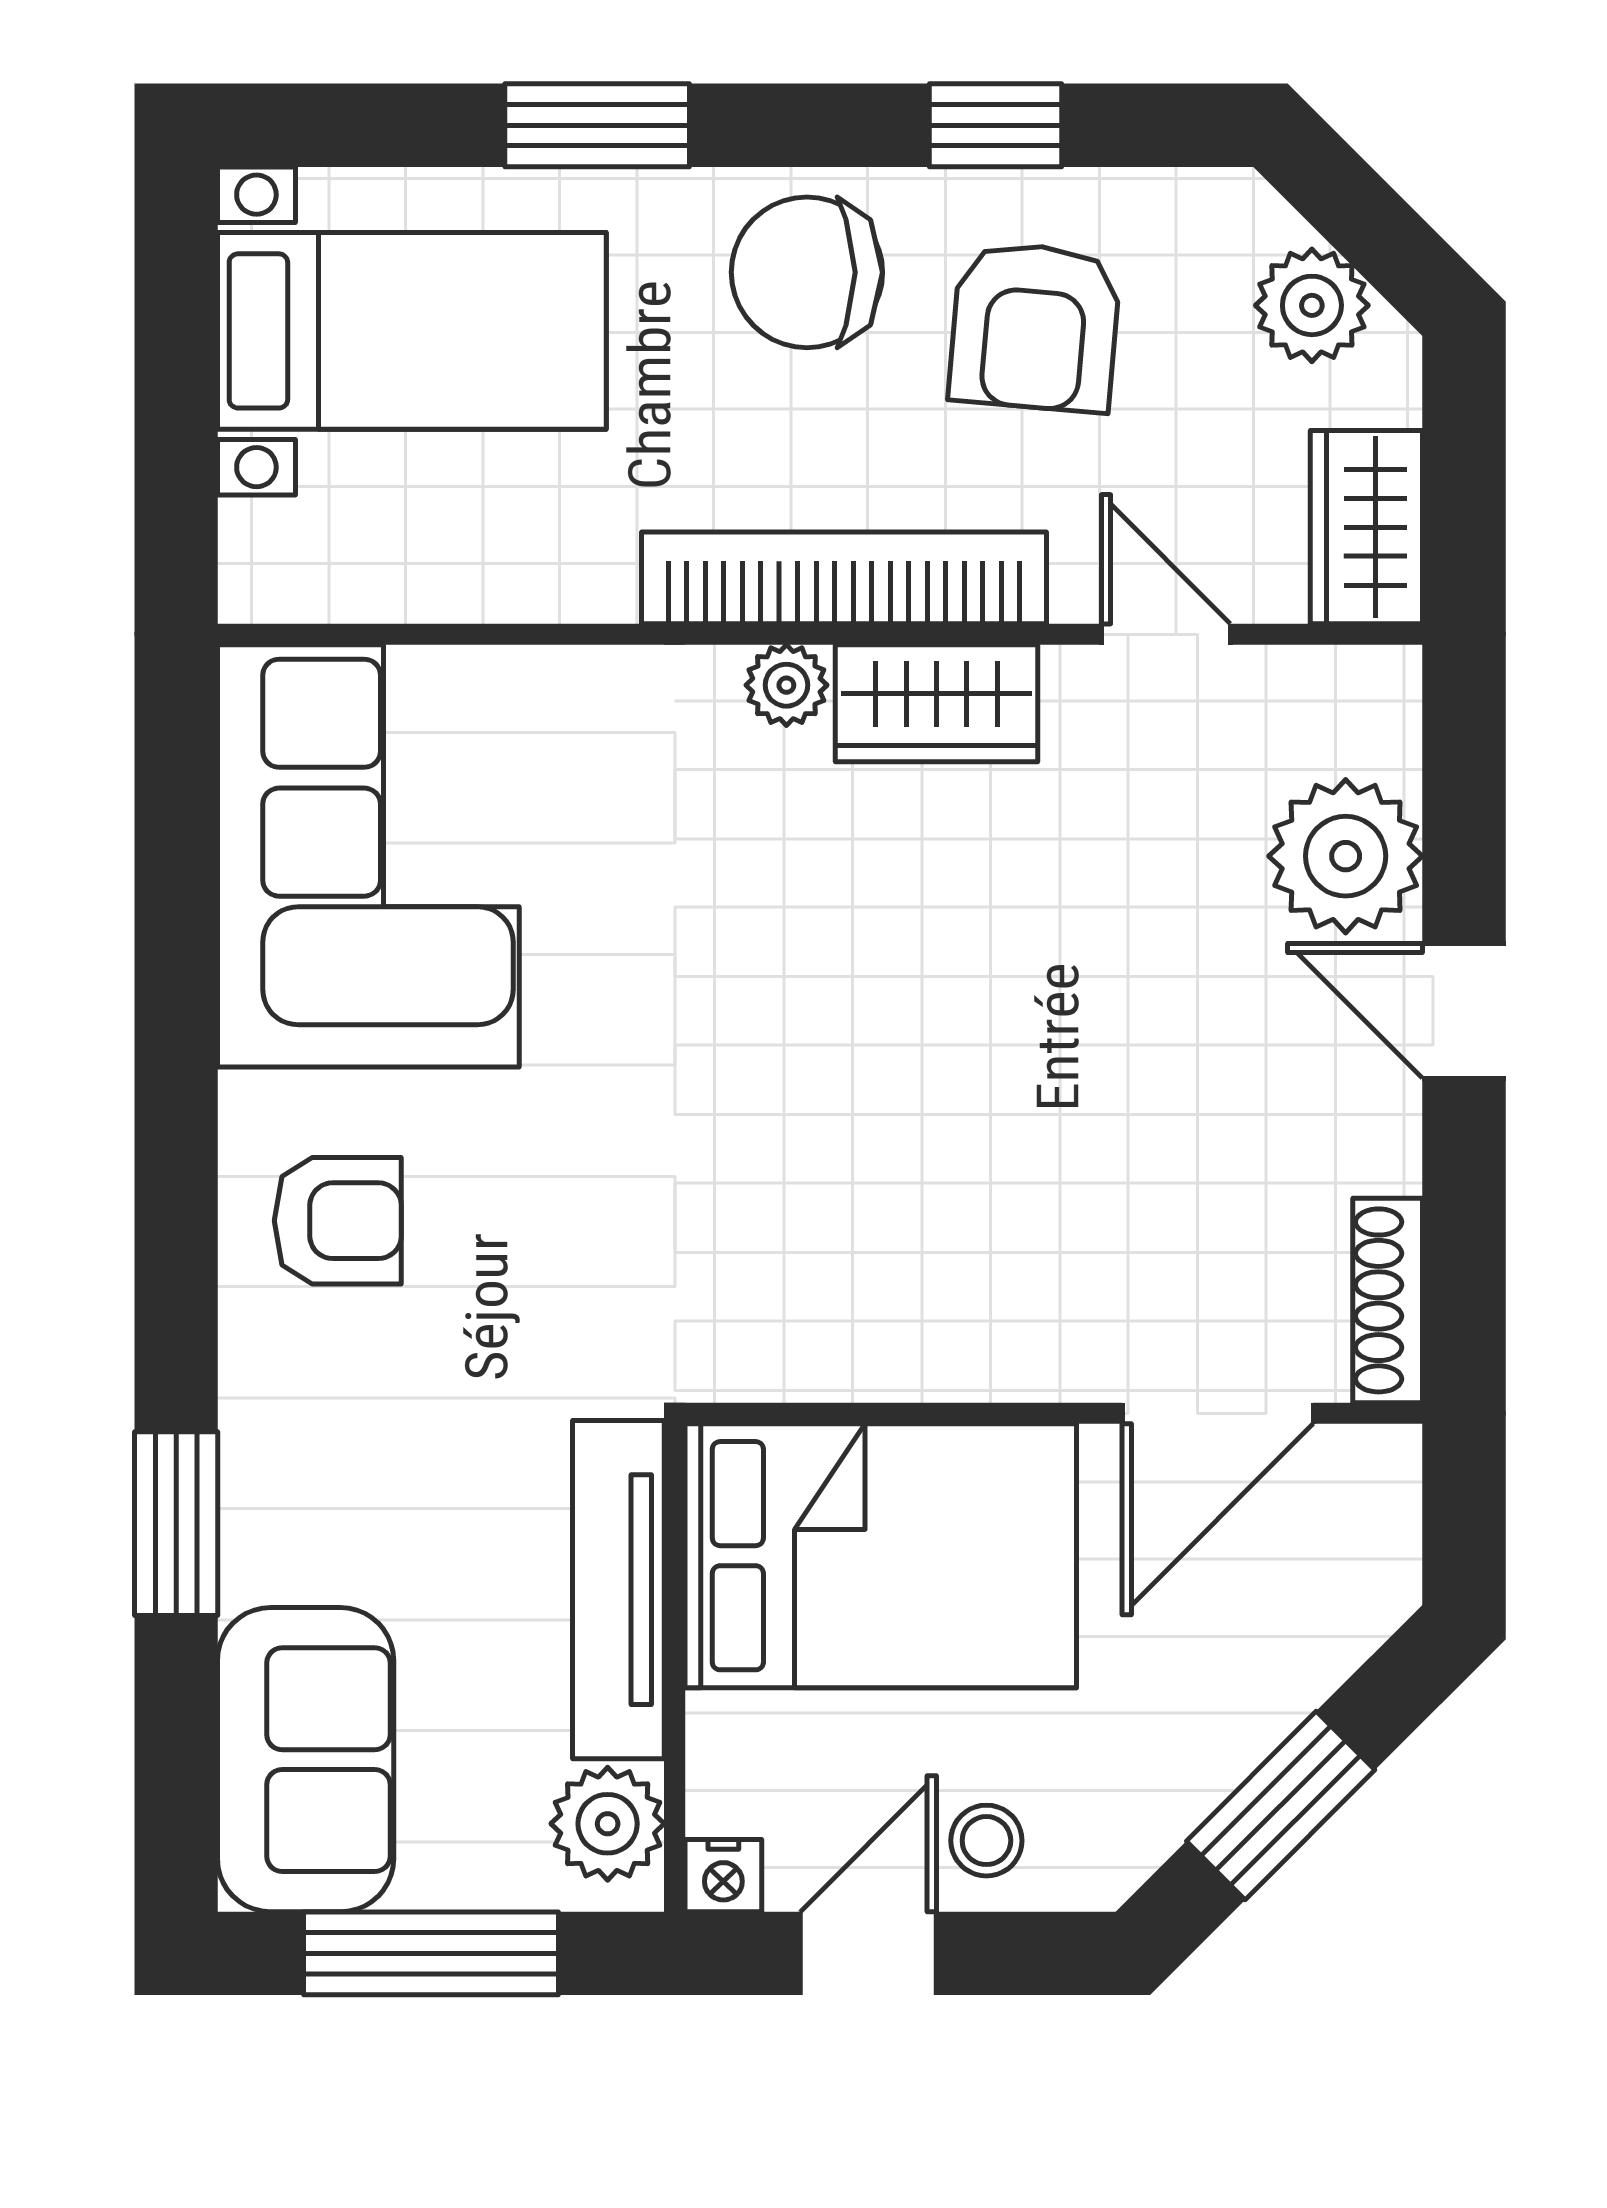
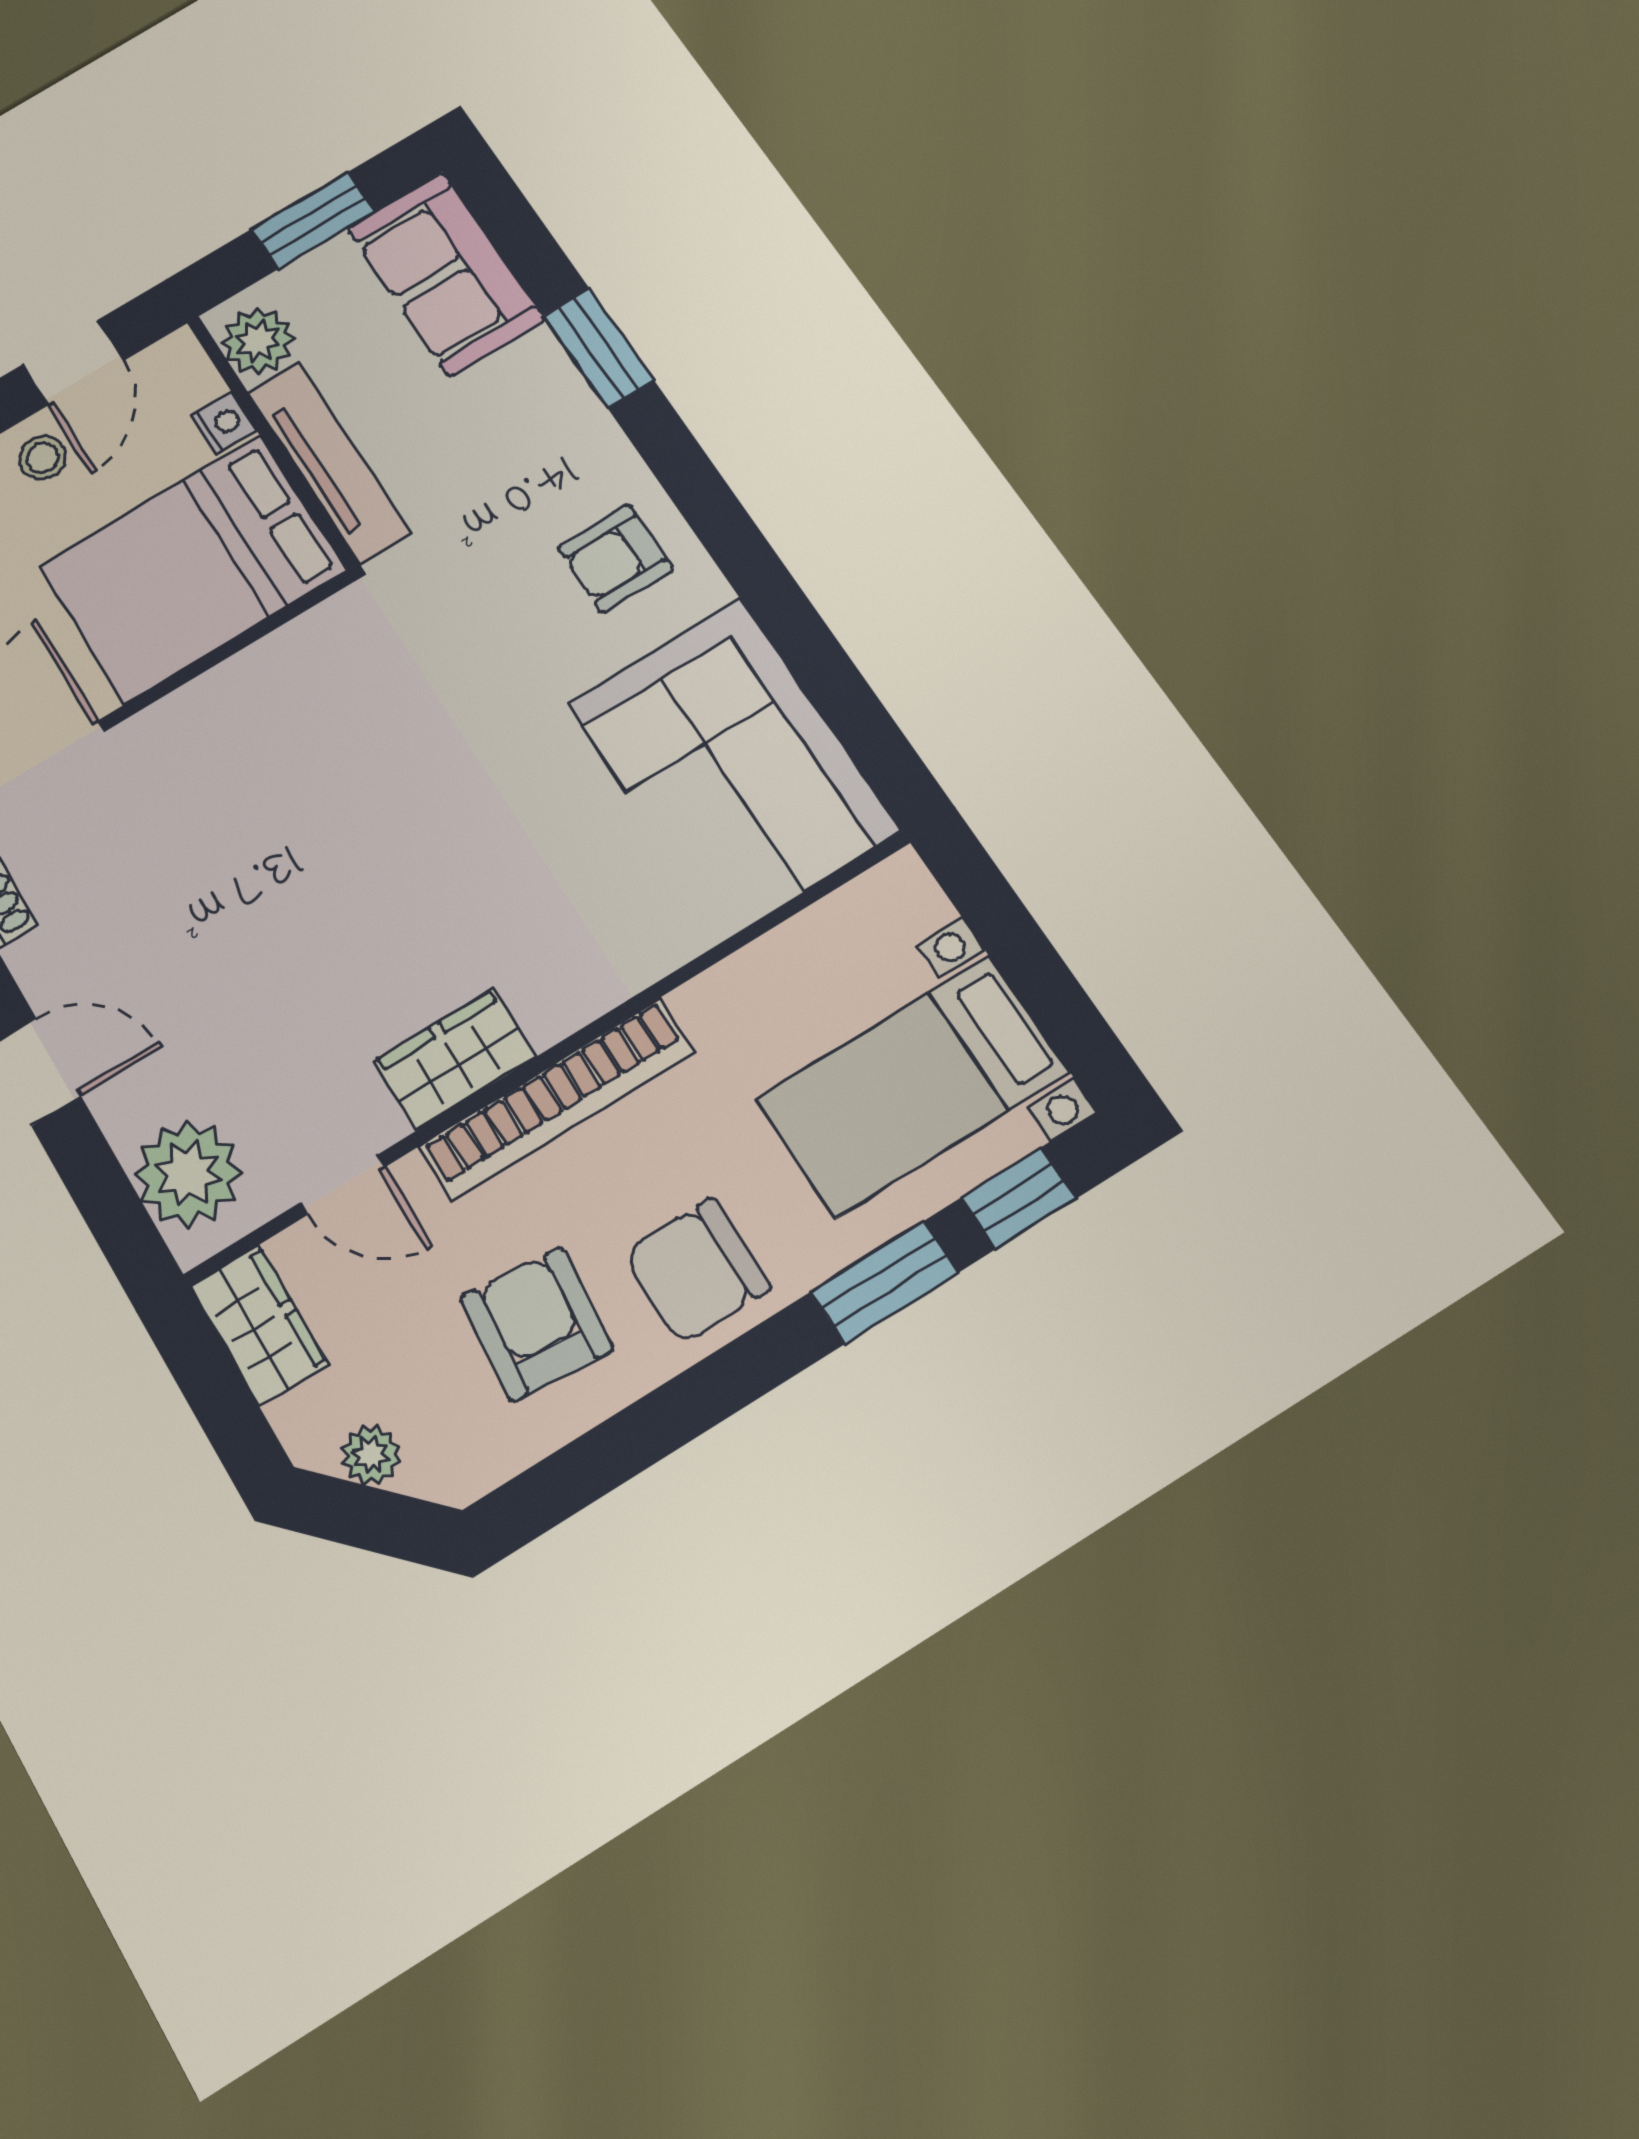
window: (995, 125) -> (1018, 1198), moved
chair: (807, 272) -> (697, 1271), turned 180
plant: (1312, 305) -> (371, 1455), width x0.73, depth x0.73
plant: (786, 685) -> (551, 1015), removed
plant: (1346, 856) -> (188, 1174), moved
nightstand: (723, 1876) -> (224, 423), moved, turned 90
window: (431, 1953) -> (313, 220), width x0.69

